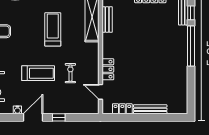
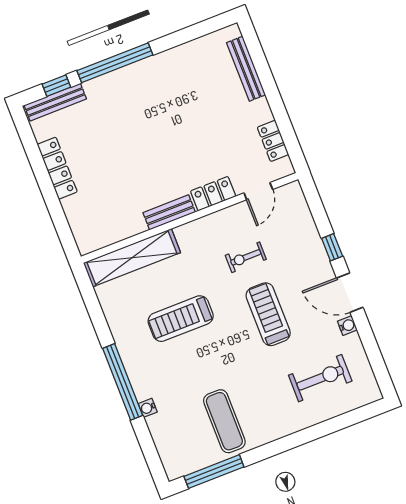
bench: (107, 20) -> (169, 212), moved
bench: (150, 109) -> (246, 69), moved

